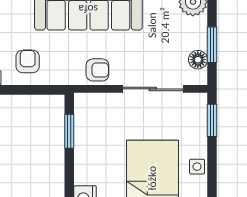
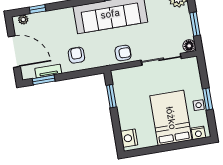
floor lamp: (198, 60) -> (189, 46), moved
window: (212, 120) -> (208, 99), moved

